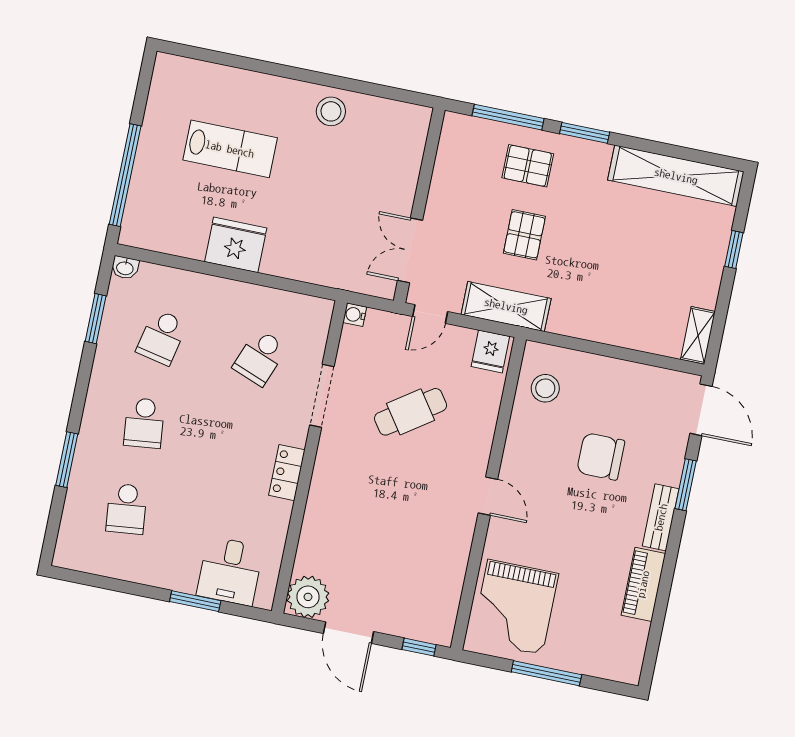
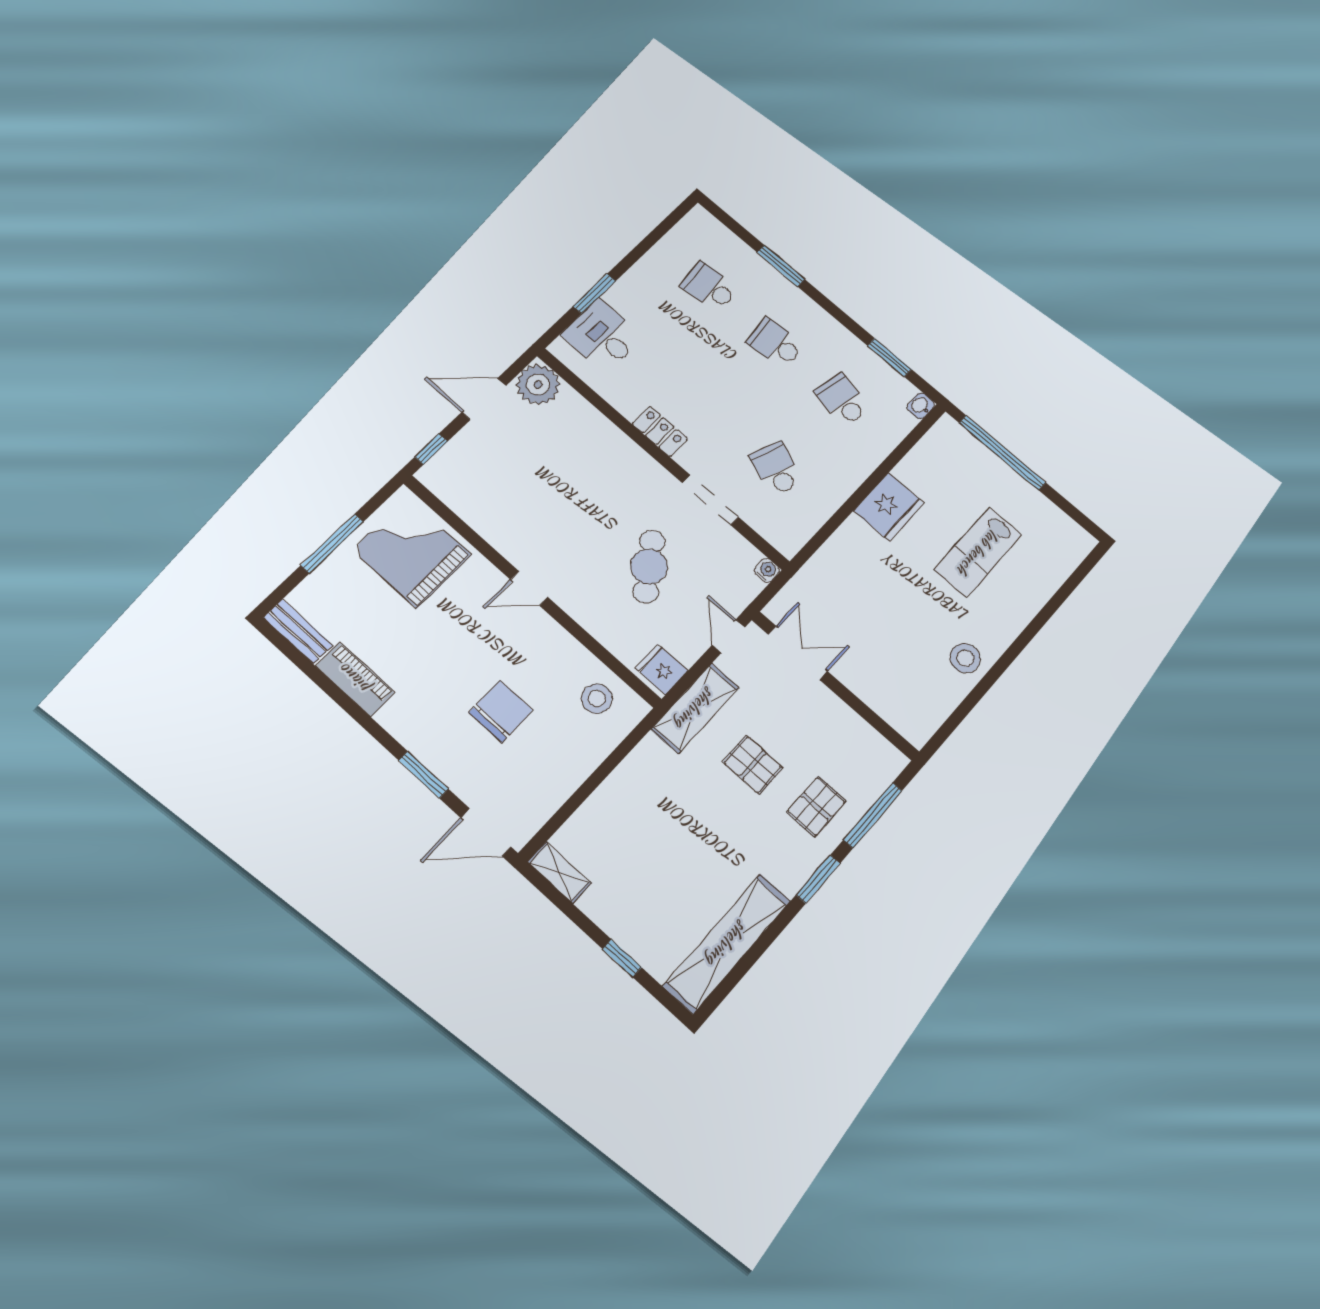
bench: (661, 517) -> (298, 631), moved

